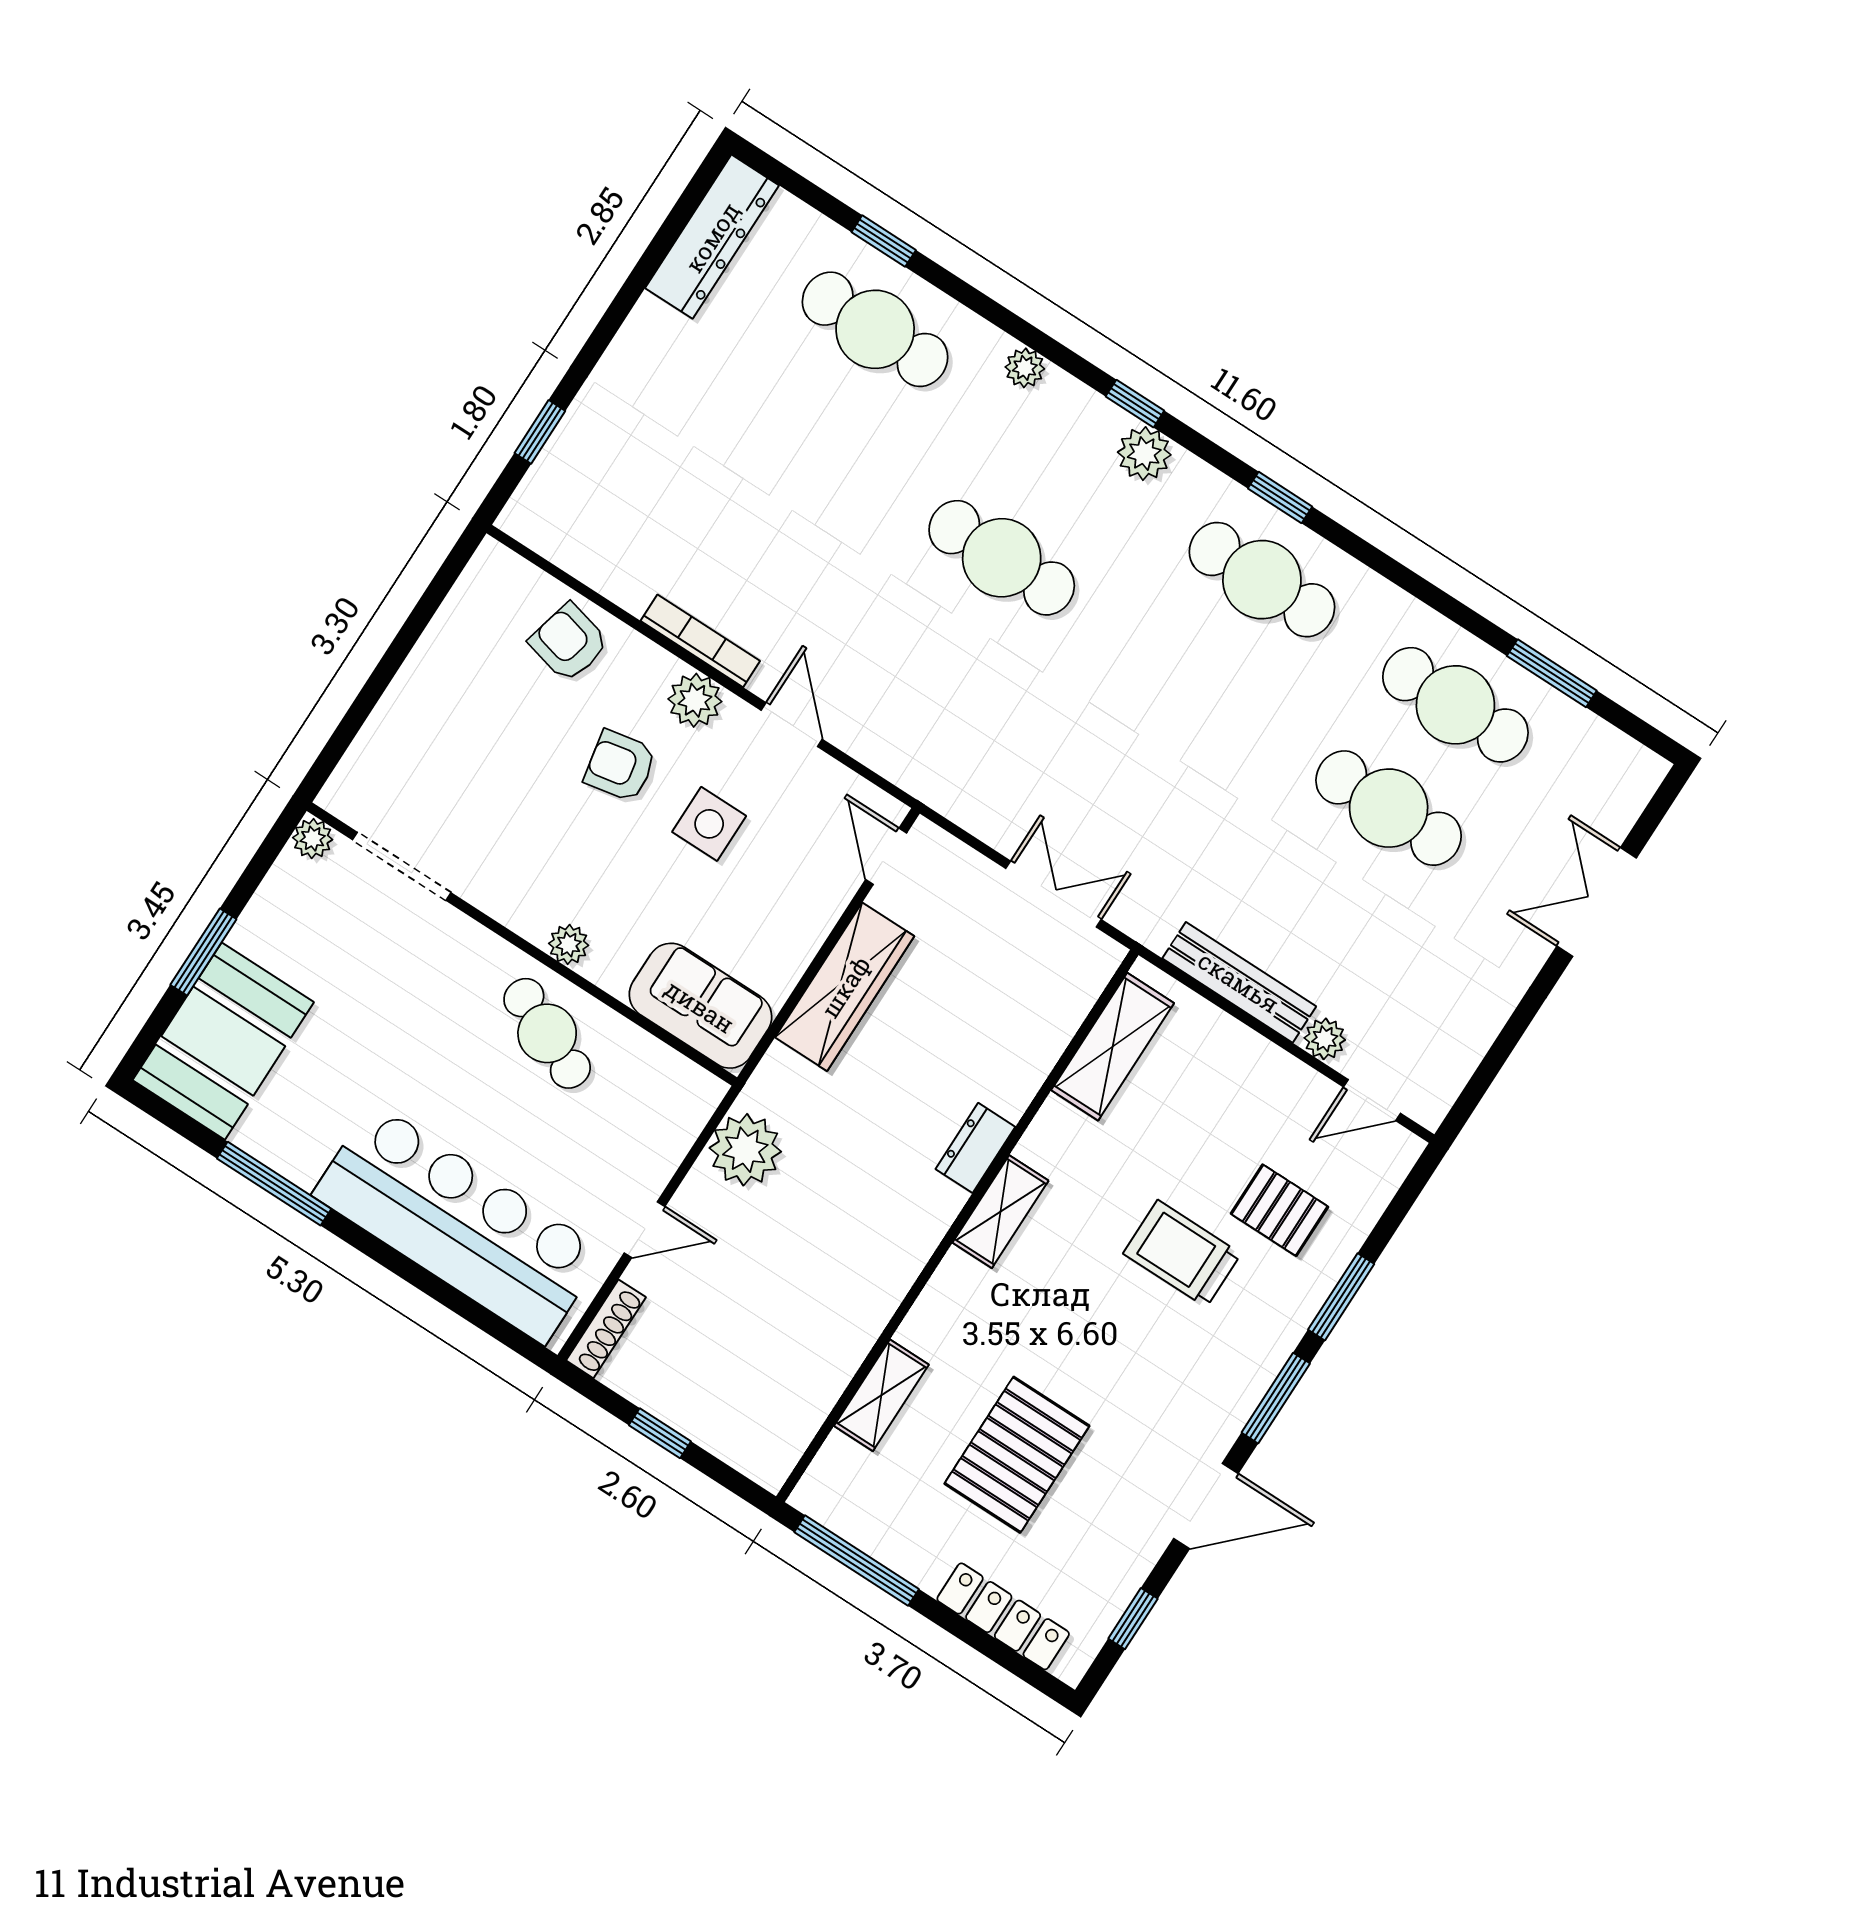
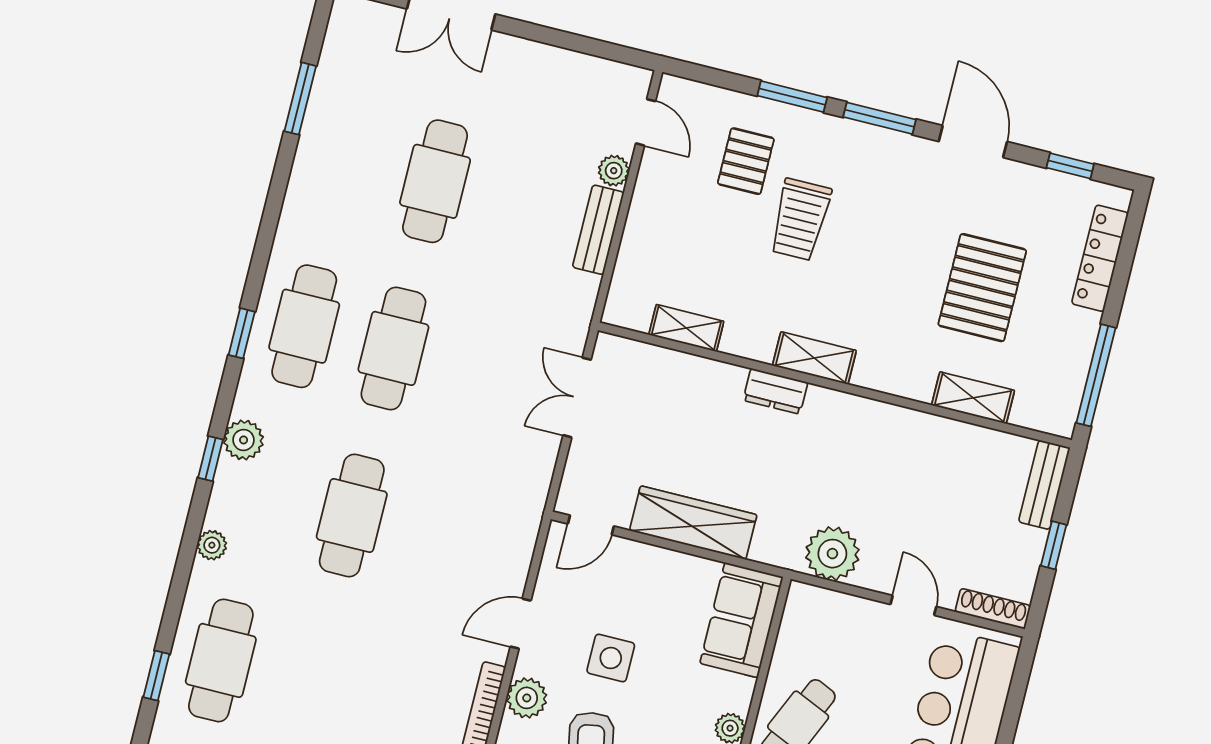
cafe table: (1455, 705) -> (393, 348), moved
bench: (1239, 982) -> (598, 230), width x0.73
shelving: (1113, 1047) -> (686, 328), width x0.67, depth x0.75
bench: (740, 1448) -> (1044, 485), added
pallet: (1017, 1455) -> (982, 288), turned 90

